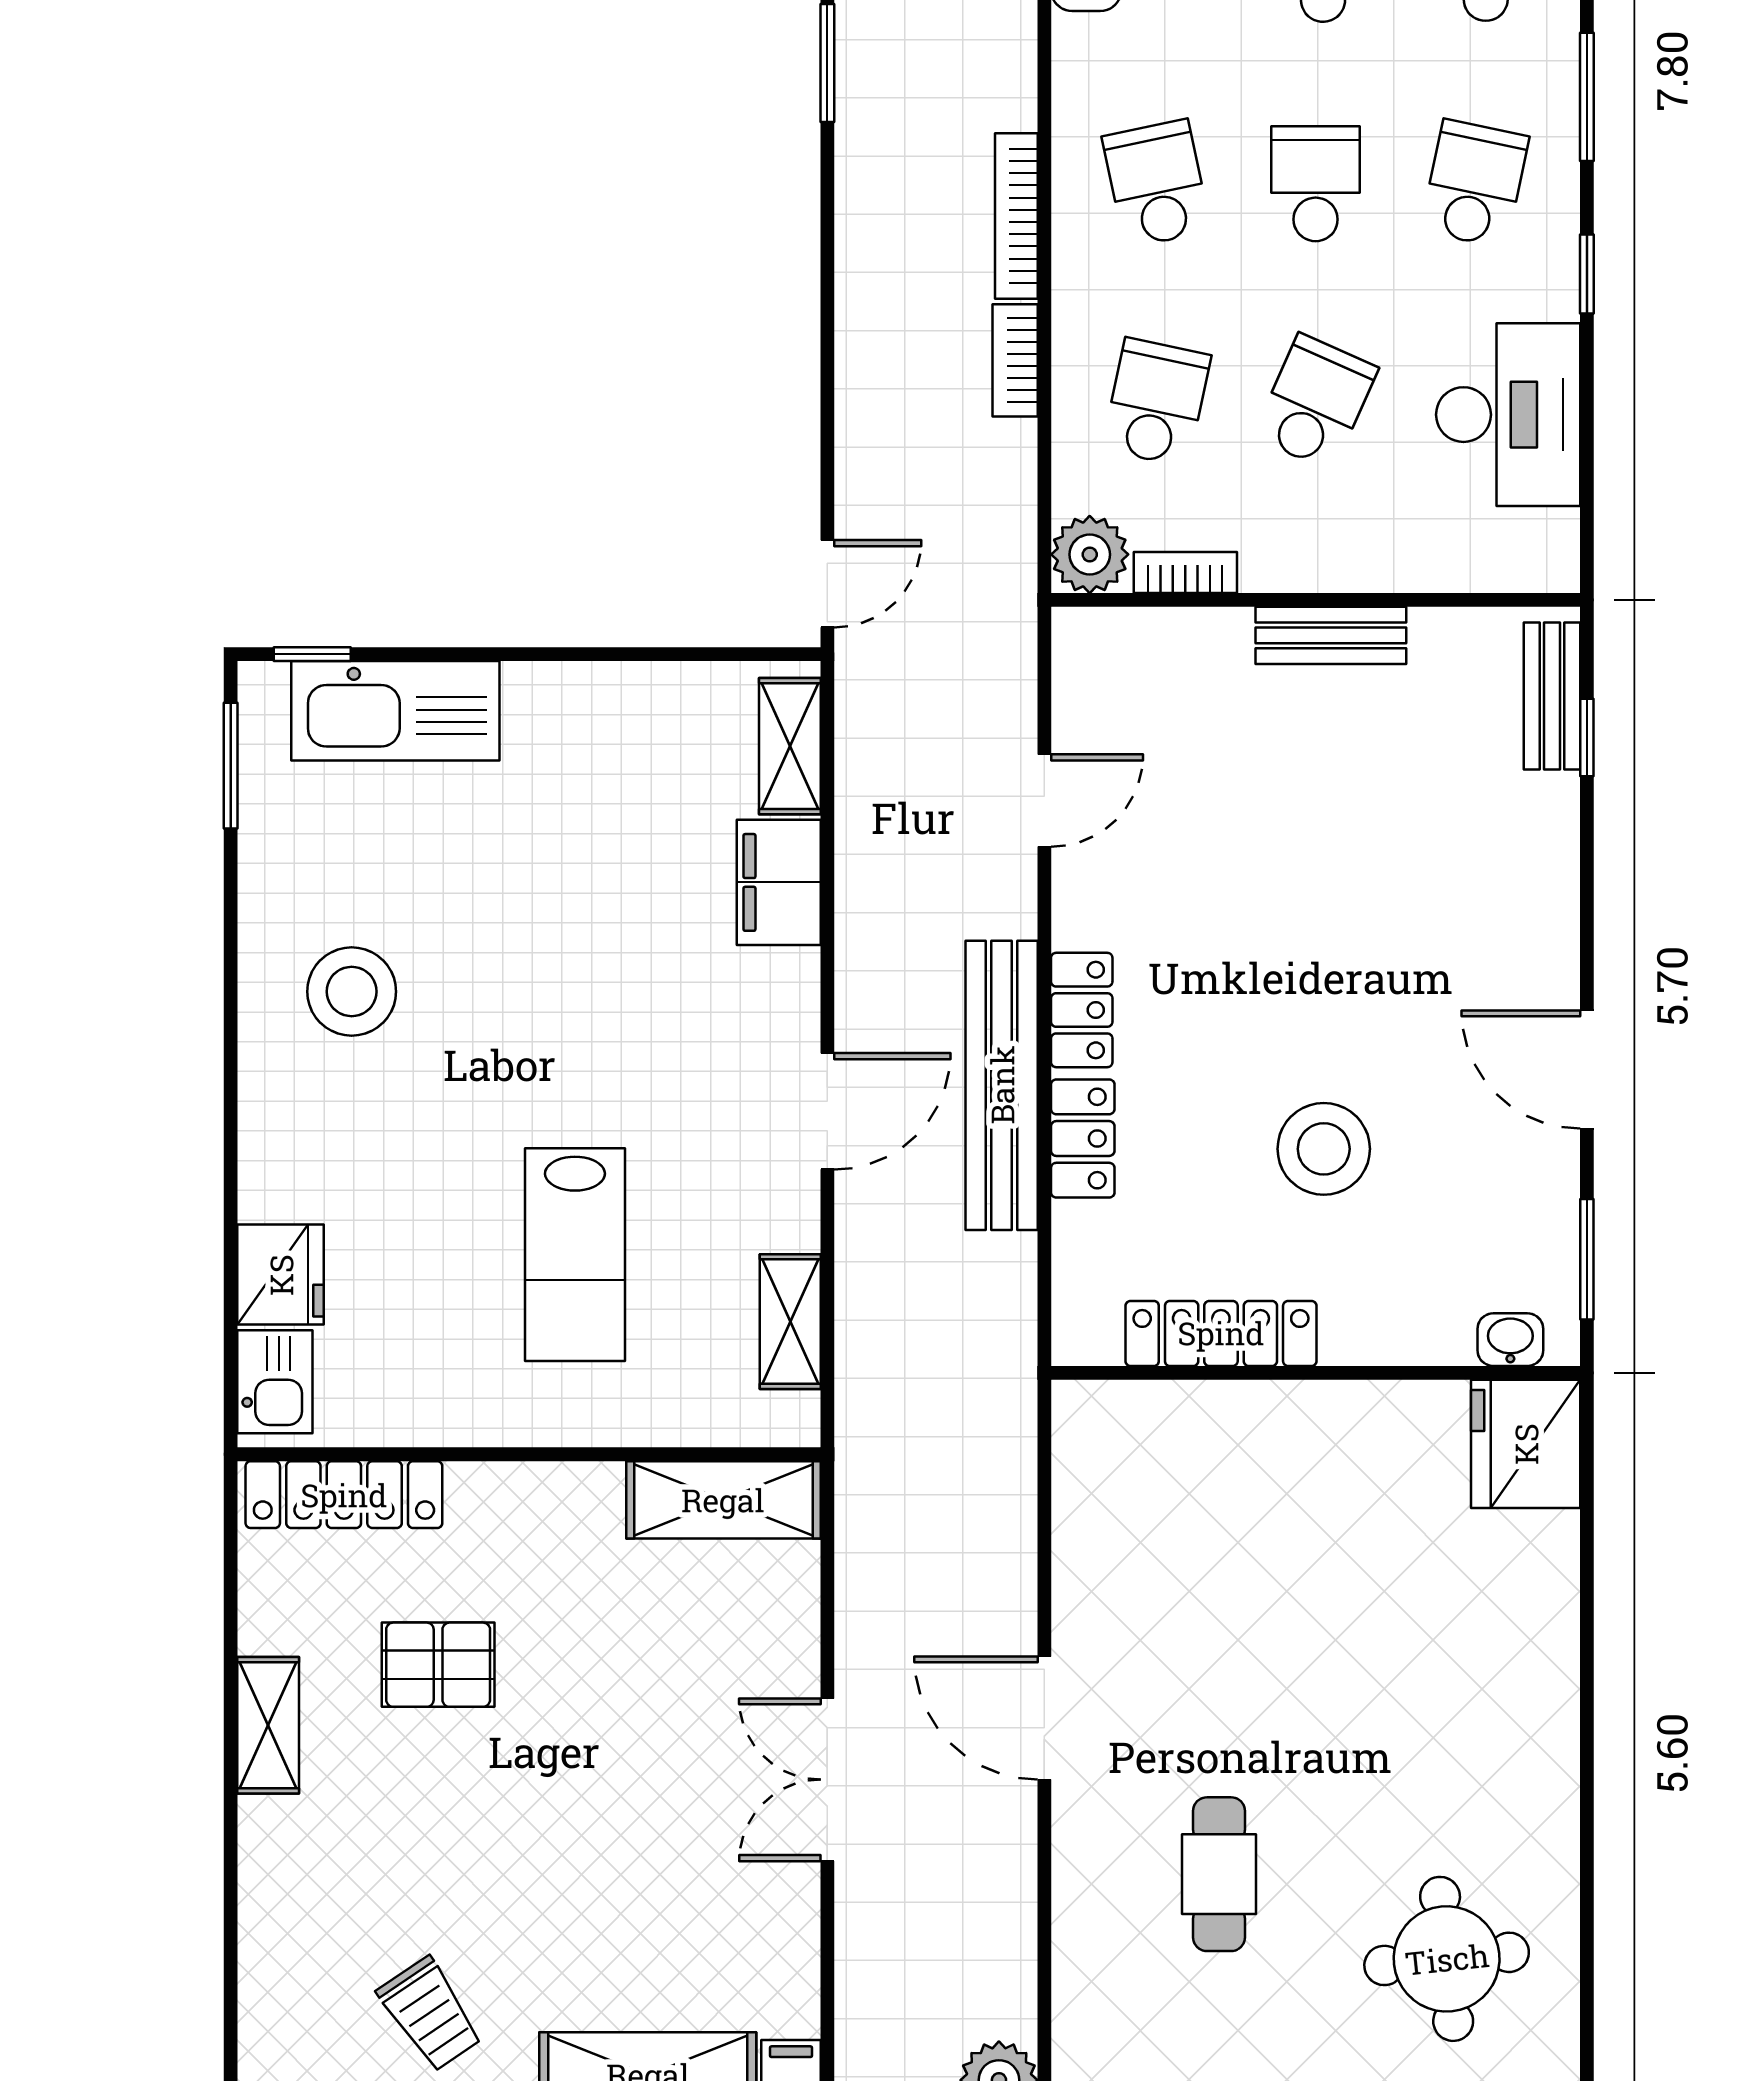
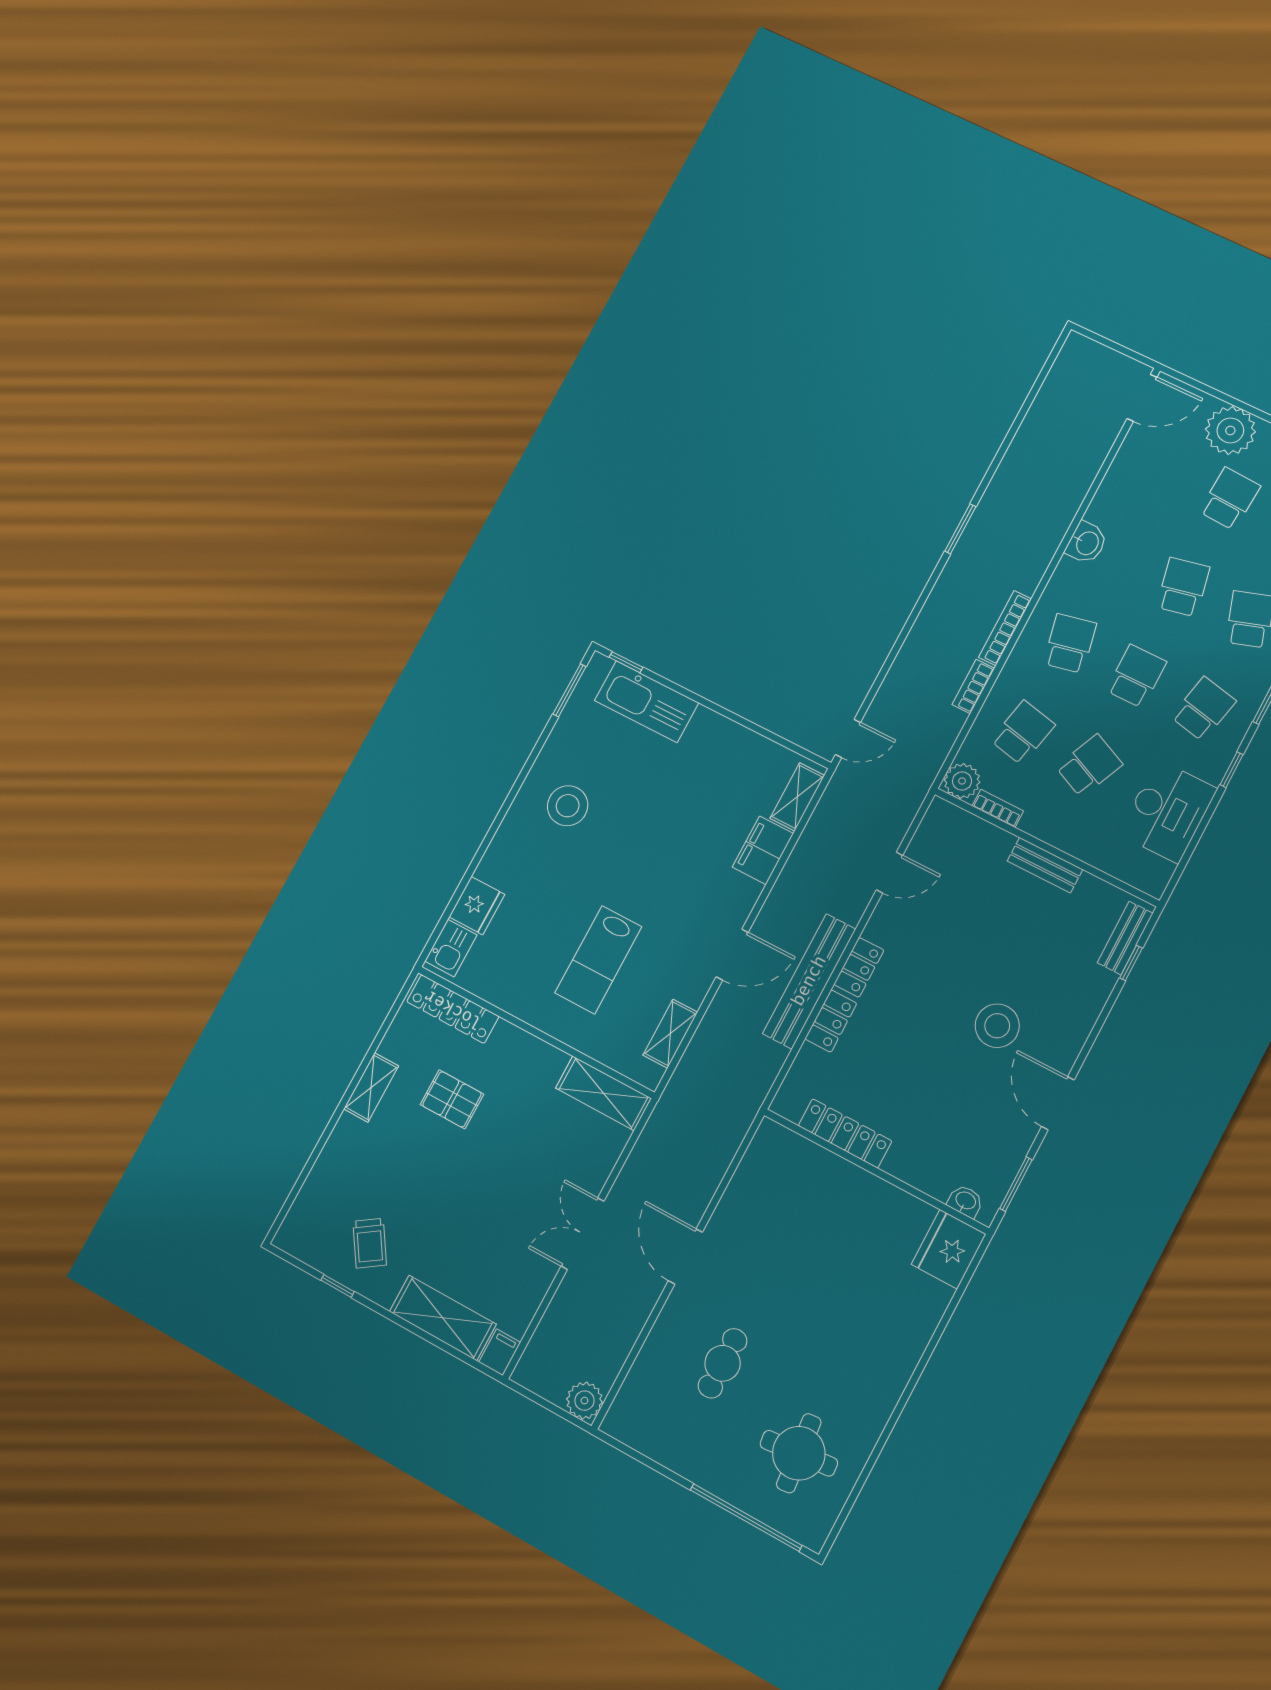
stool: (1324, 1149) -> (997, 1026), moved

